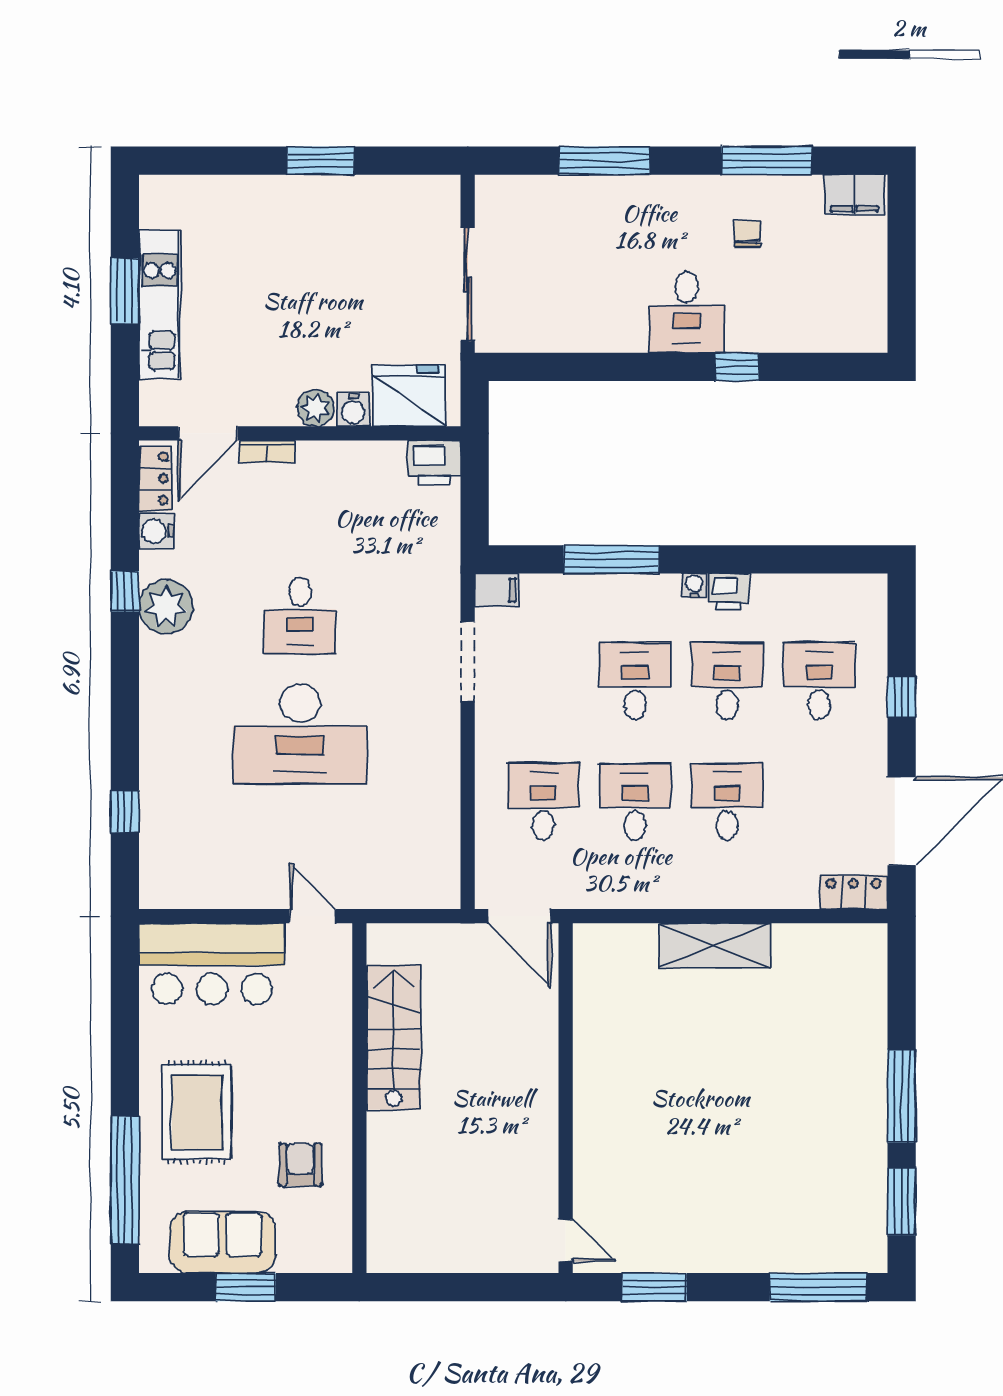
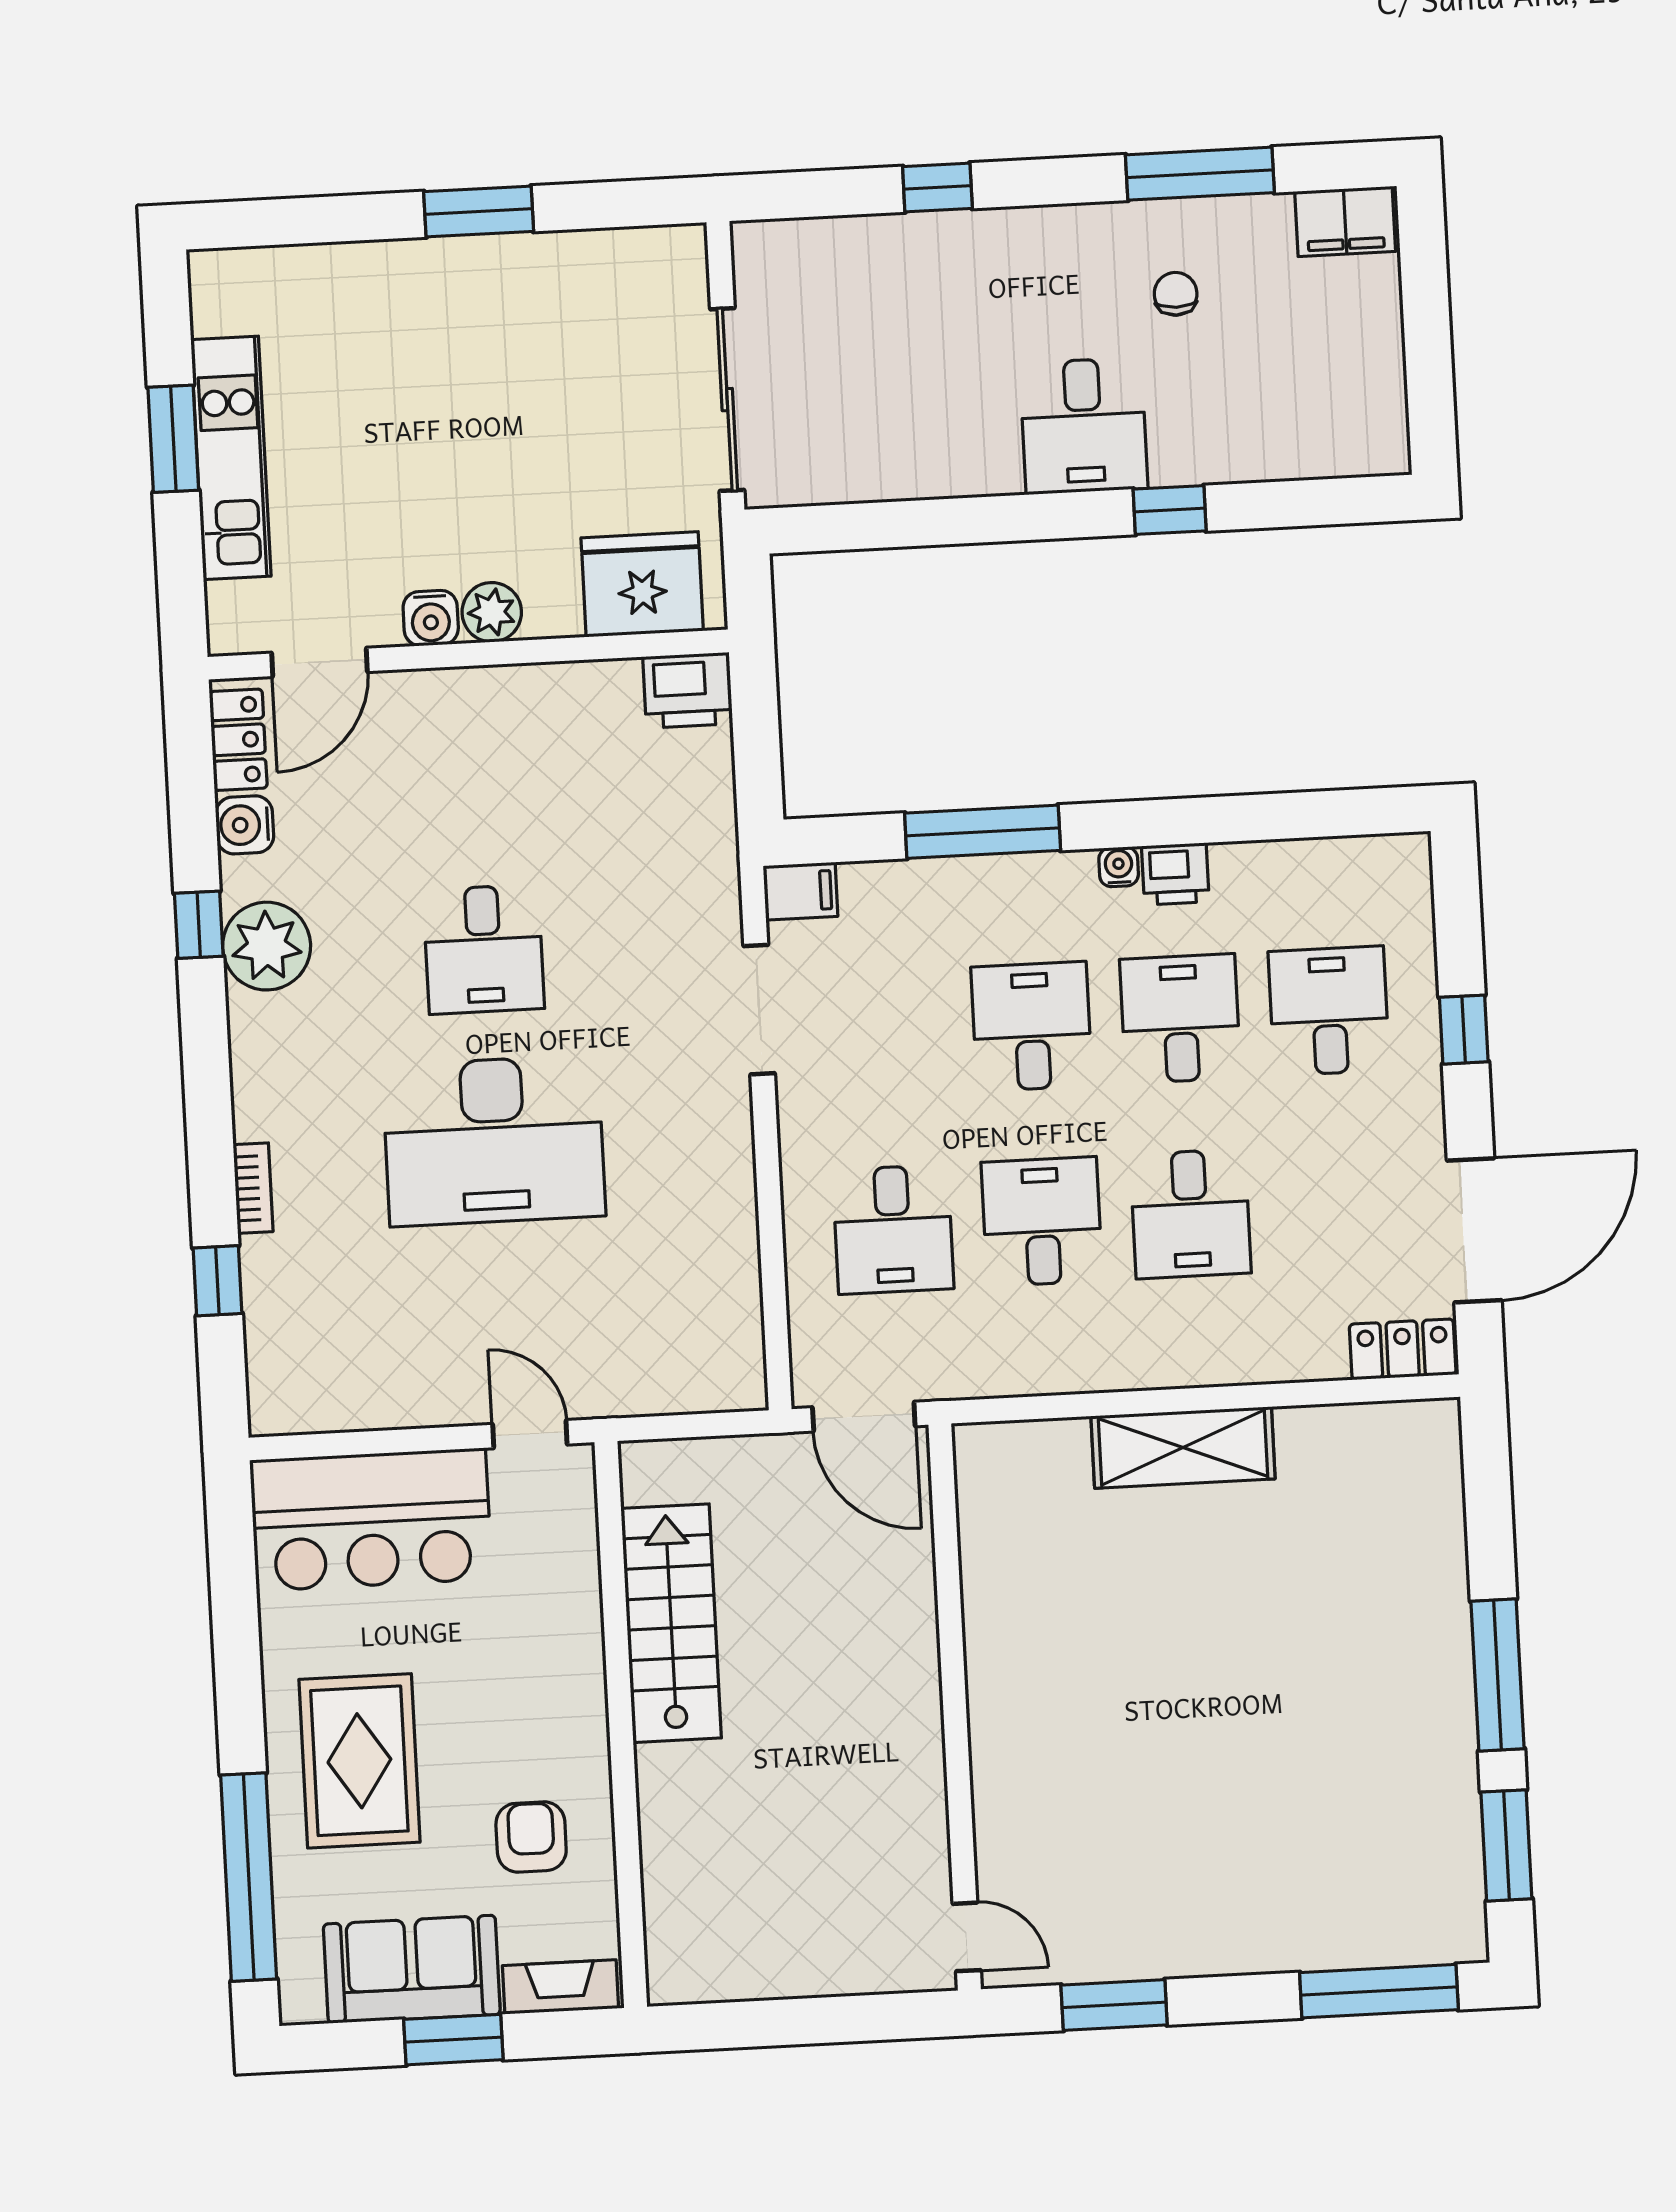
window: (604, 161) -> (937, 187), width x0.46
water cooler: (354, 410) -> (431, 618), moved
bookcase: (267, 451) -> (253, 1188), moved, turned -90
desk: (543, 802) -> (893, 1229), turned 180
desk: (727, 802) -> (1190, 1214), turned 180
fireplace: (314, 1258) -> (560, 1987), added

